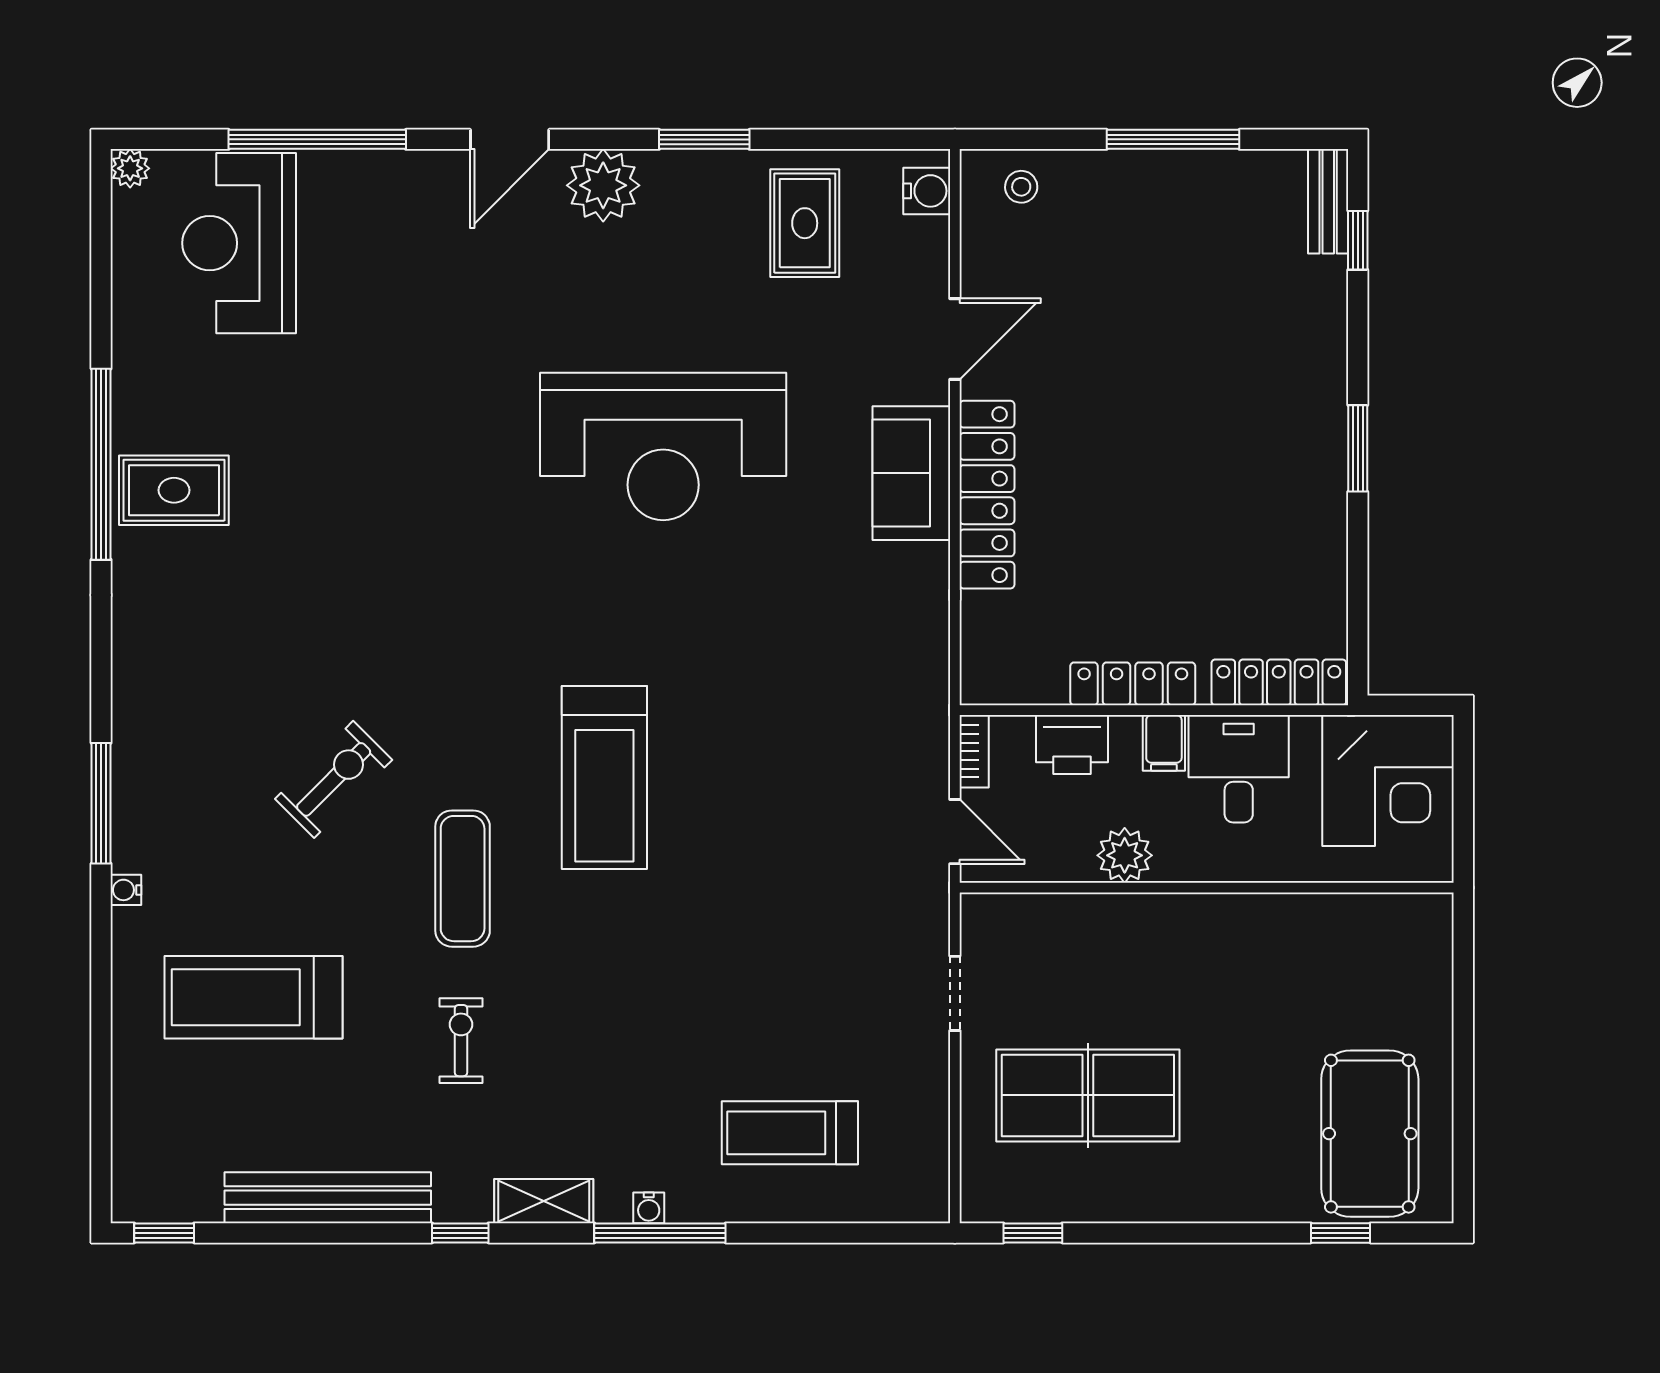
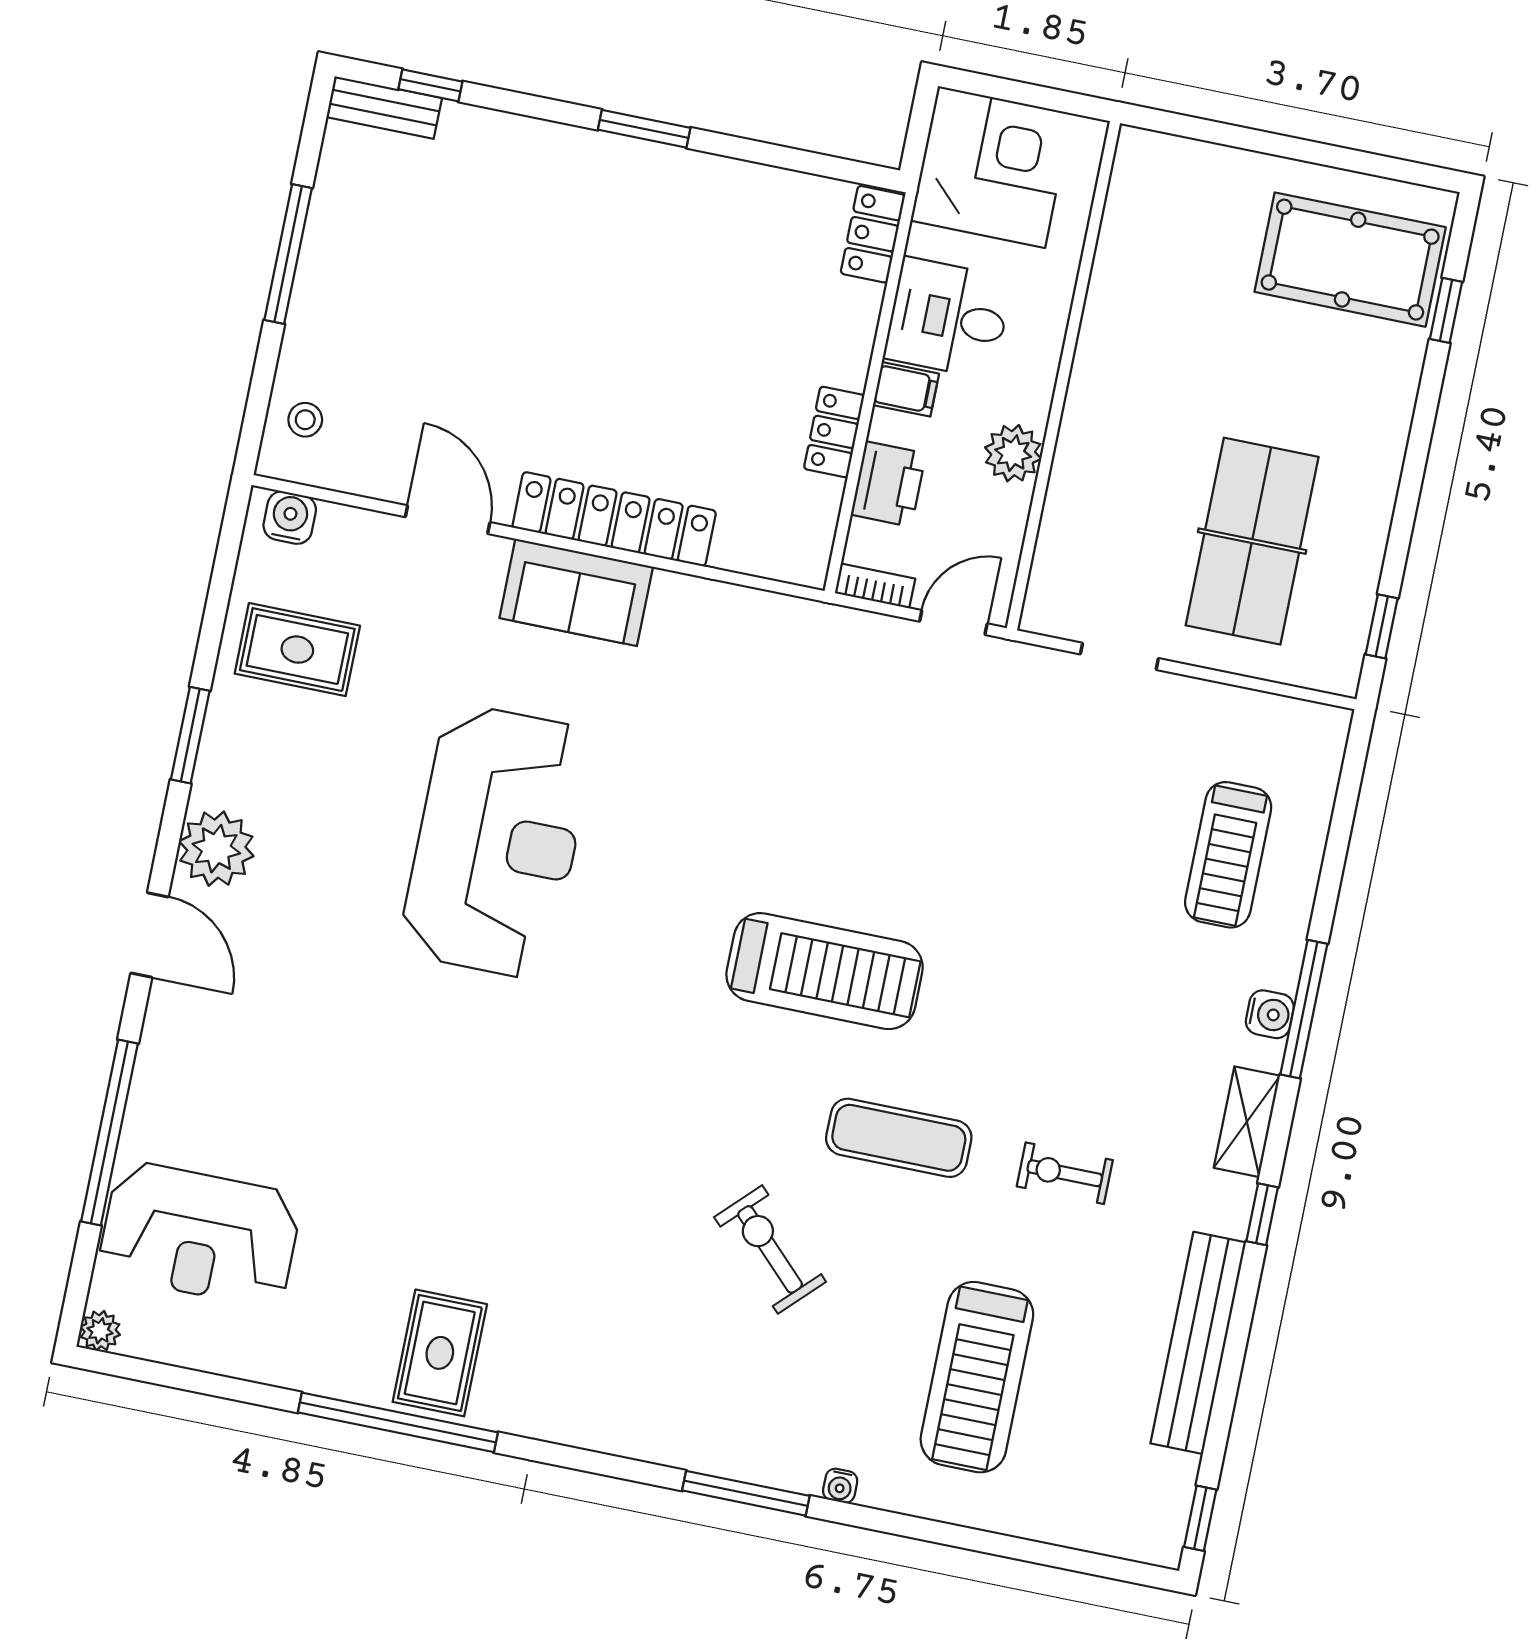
locker: (1279, 682) -> (873, 234), width x0.66
locker: (1133, 684) -> (834, 432), width x0.66
water cooler: (649, 1208) -> (1270, 1014), width x1.38, depth x1.38

